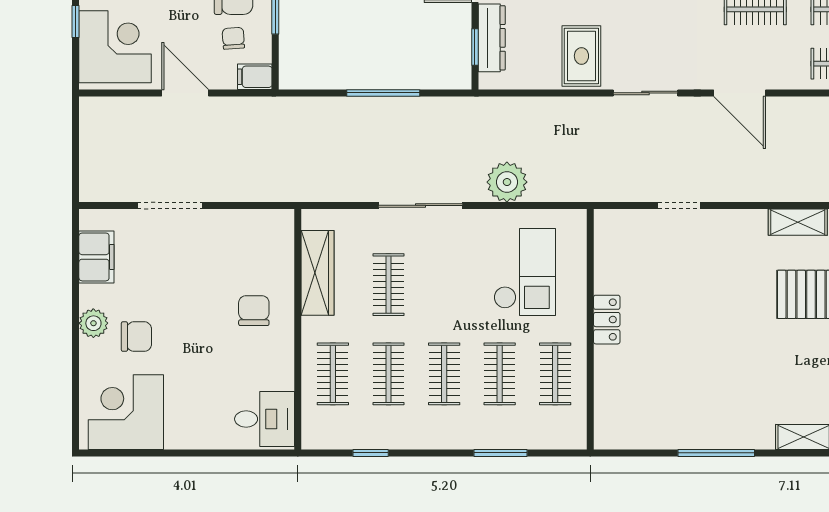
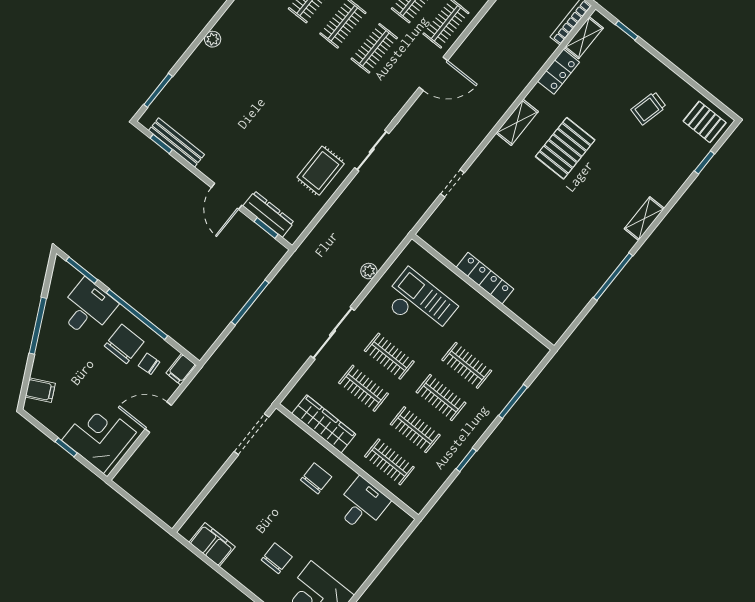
rug: (581, 56) -> (321, 171), turned 90
door: (740, 93) -> (433, 74), moved
plant: (507, 182) -> (369, 271), width x0.53, depth x0.53
doorway: (170, 205) -> (252, 434), moved
chair: (254, 311) -> (316, 478), turned 90
locker: (607, 320) -> (485, 278), width x1.53
plant: (93, 323) -> (249, 577), removed
clothes rail: (555, 374) -> (389, 356), moved
desk: (265, 419) -> (362, 505), moved
window: (371, 453) -> (466, 460), moved

